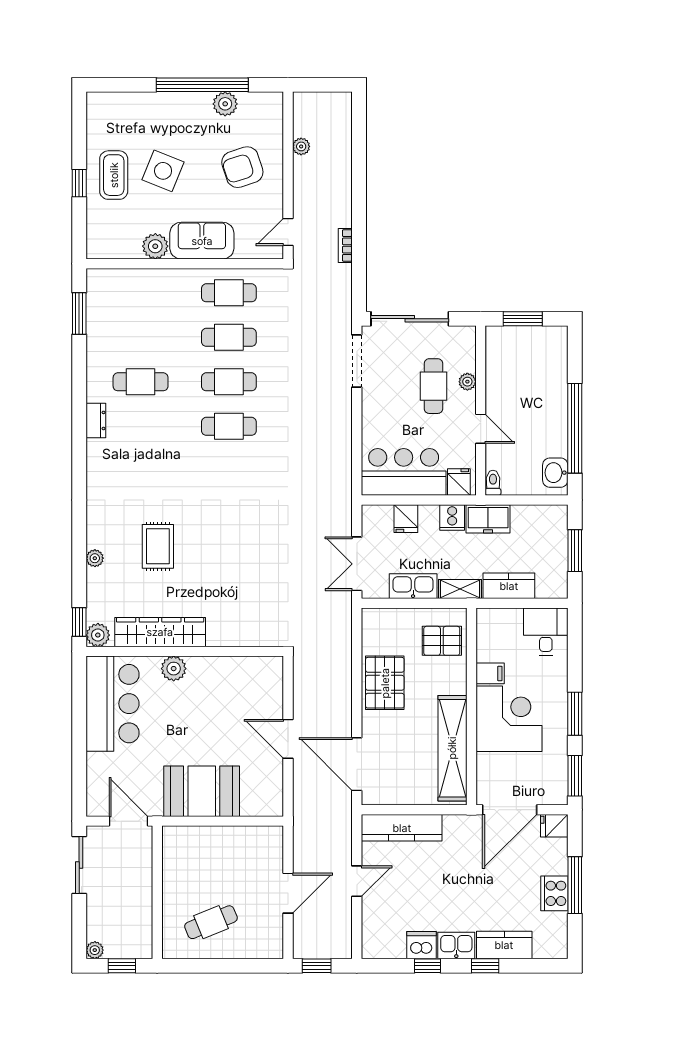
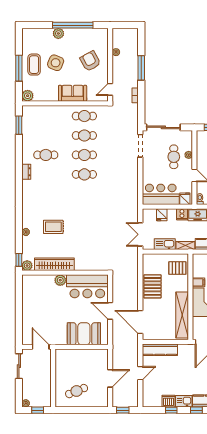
plant: (225, 104) -> (58, 33), moved
armchair: (242, 167) -> (90, 61), turned 79
window: (359, 182) -> (141, 68), added
window: (79, 183) -> (19, 68), width x2.17
plant: (155, 246) -> (28, 96), moved
rug: (158, 546) -> (53, 227), turned 90
bar counter: (113, 704) -> (87, 286), moved, turned 90
booth: (202, 791) -> (84, 334), moved

